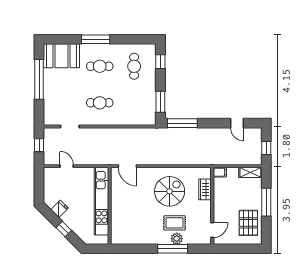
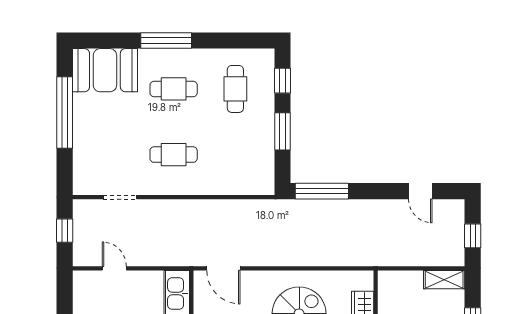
window: (160, 102) -> (283, 131), moved
filing cabinet: (220, 172) -> (389, 279), removed

